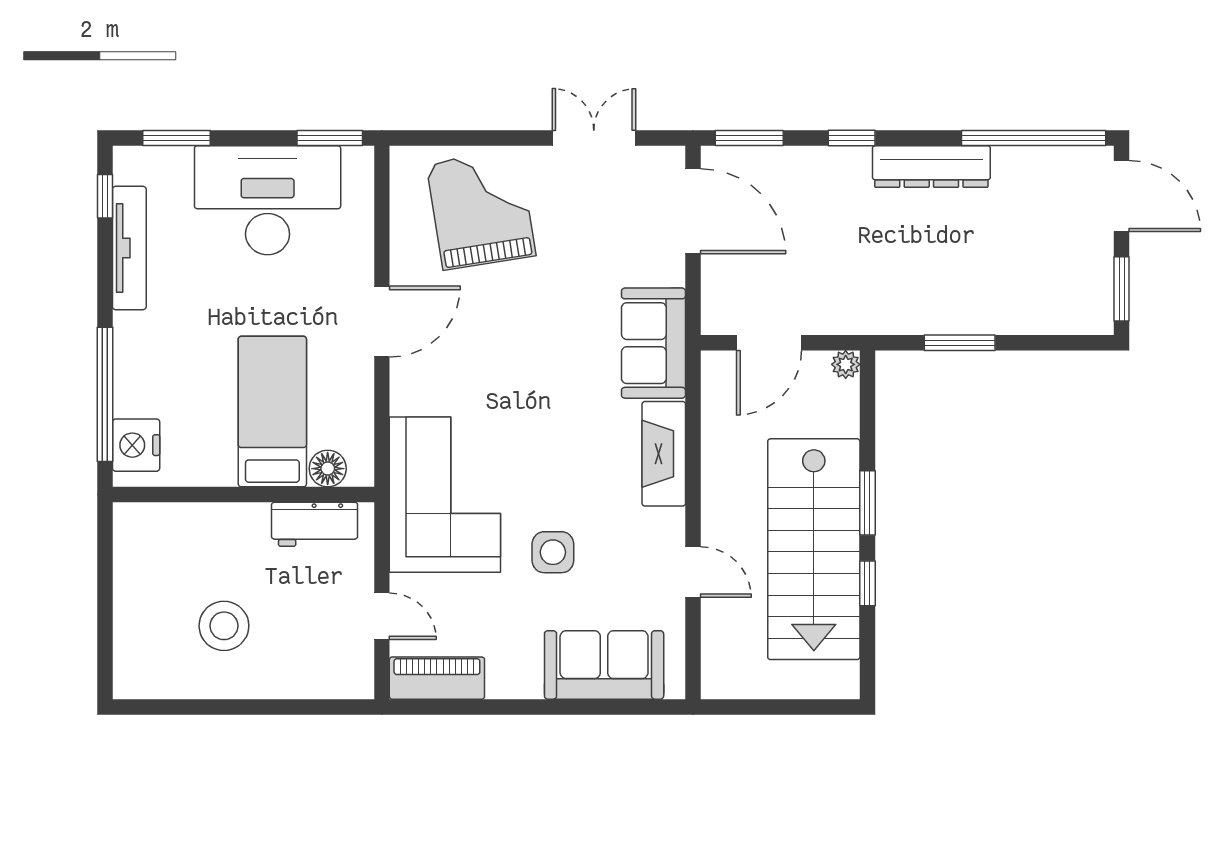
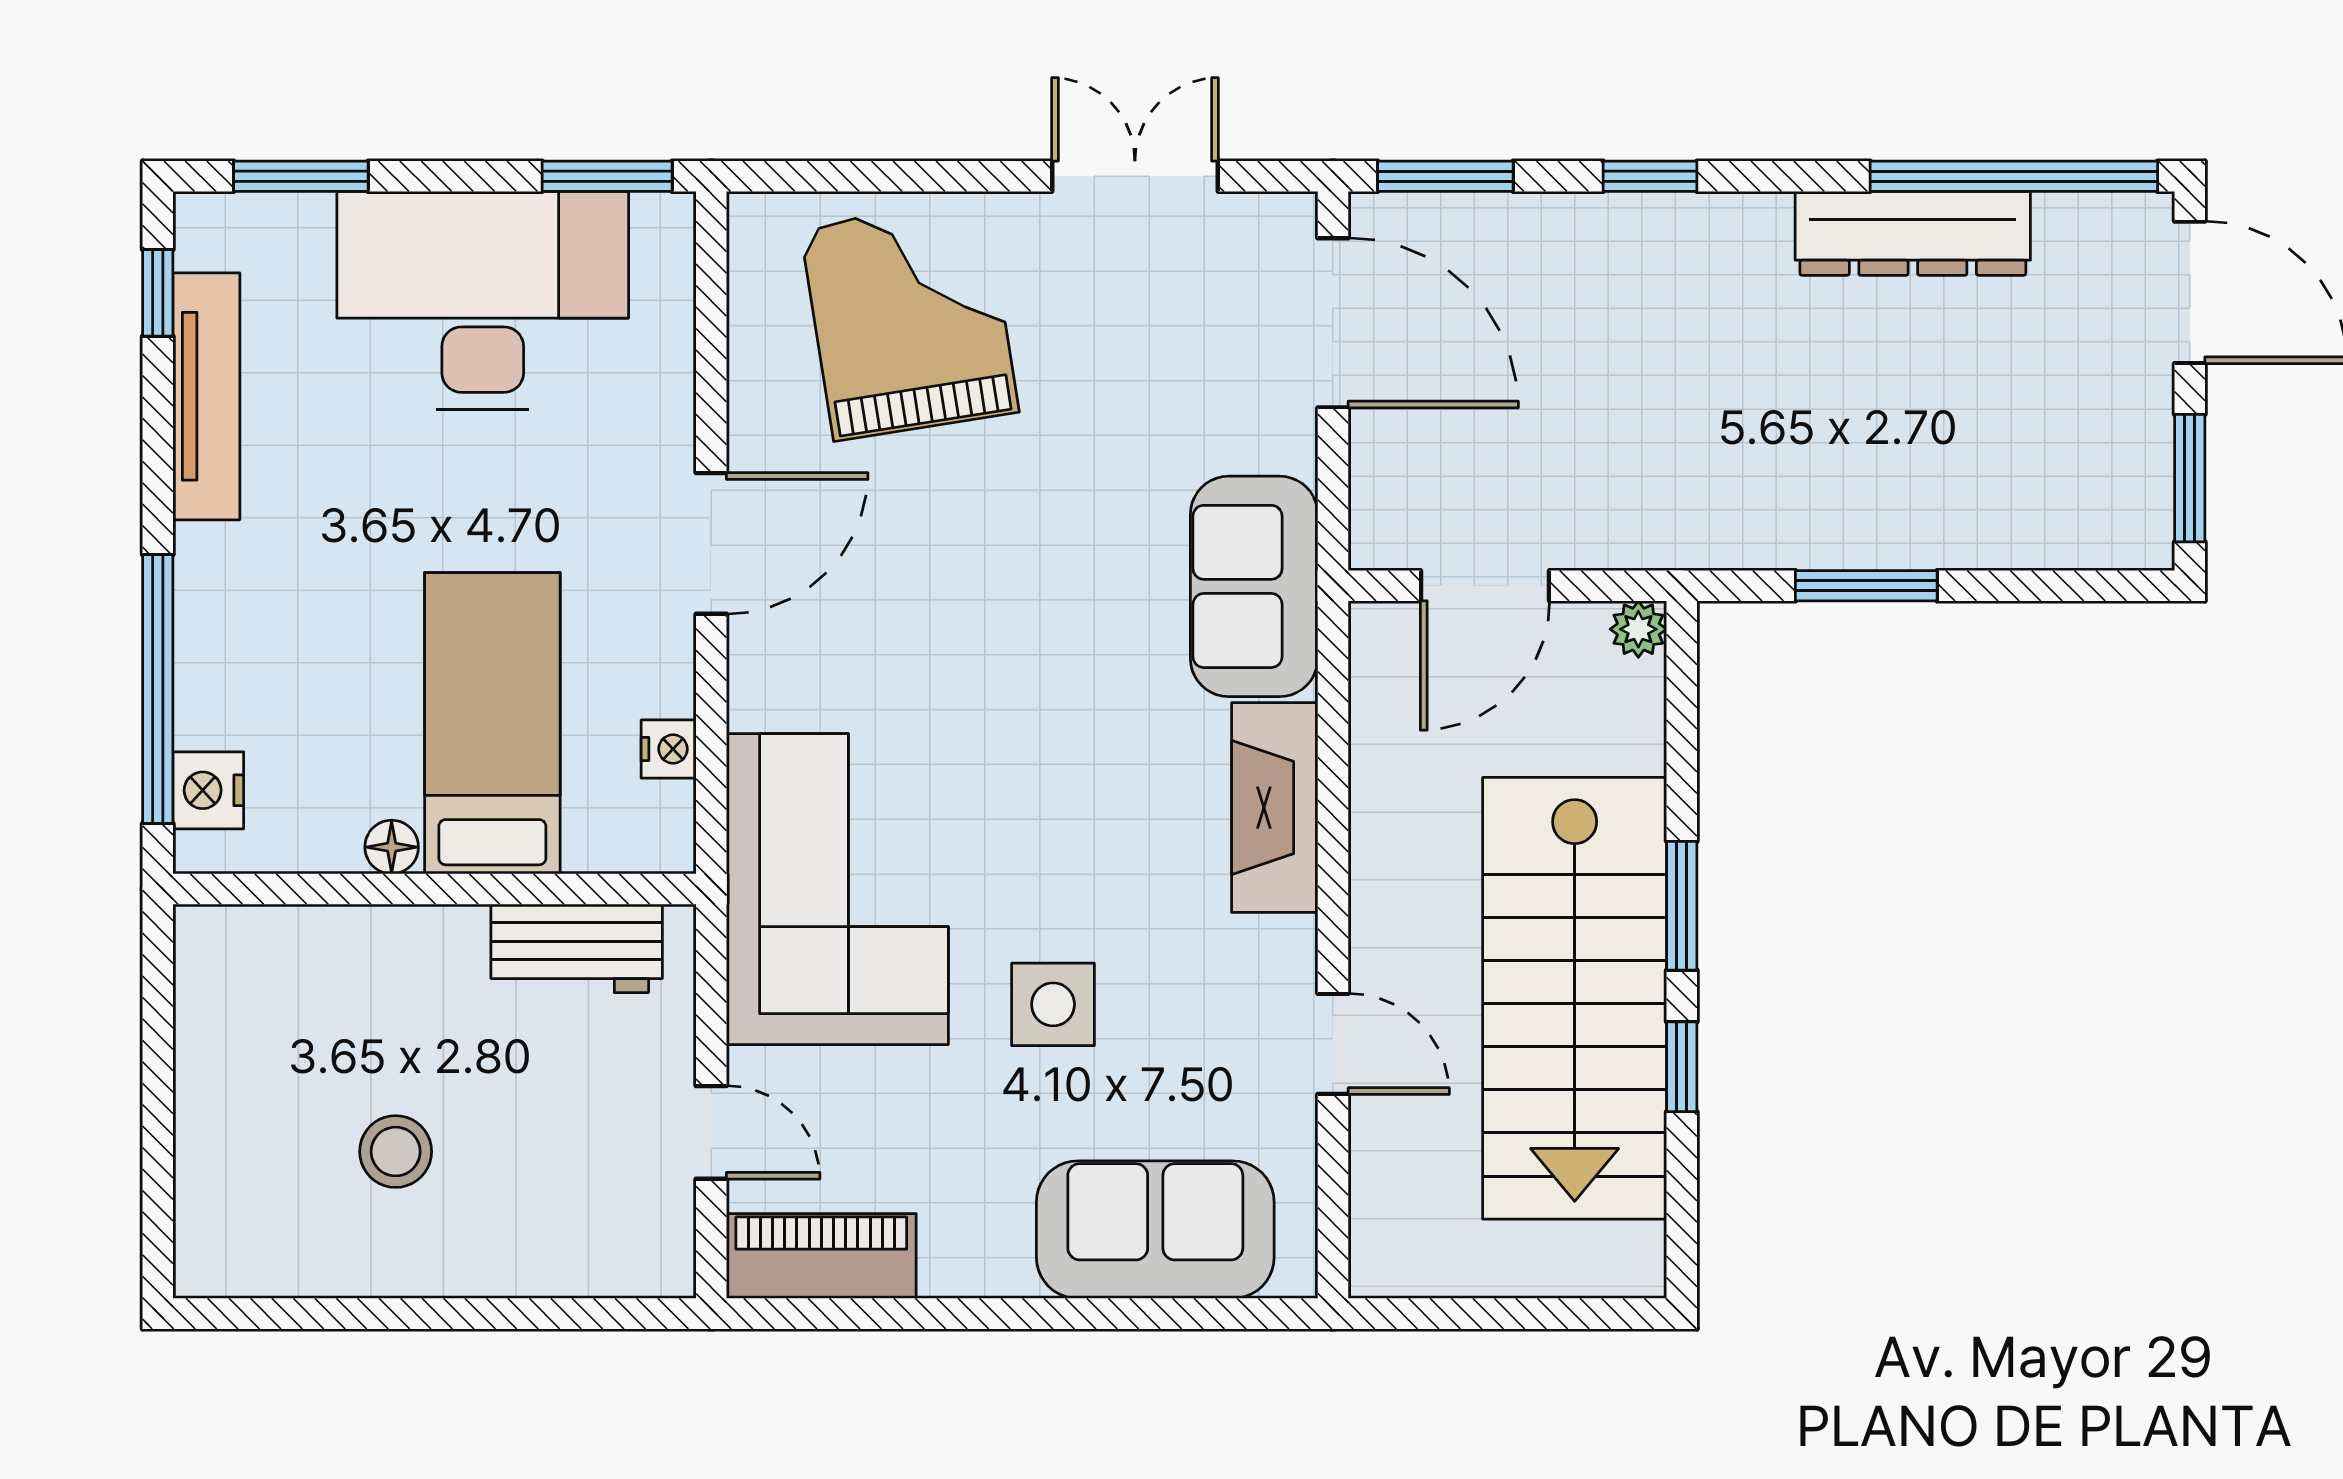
dresser: (931, 166) -> (1913, 233), moved
nightstand: (361, 424) -> (669, 749), added
nightstand: (136, 445) -> (208, 790), width x0.74, depth x0.75
floor lamp: (328, 469) -> (392, 847), moved, width x0.73, depth x0.73
stool: (224, 626) -> (396, 1152), width x0.73, depth x0.73

